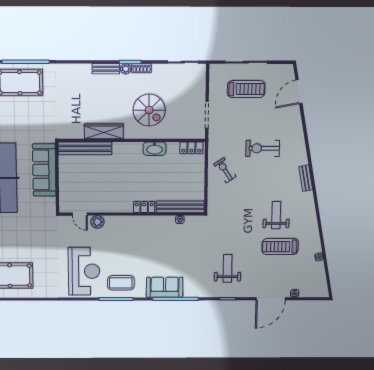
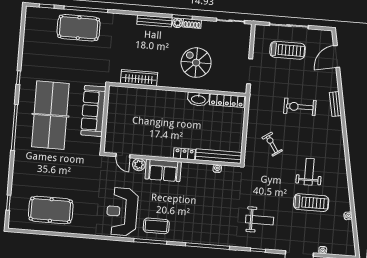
bench: (106, 69) -> (154, 21), width x1.36
spiral stairs: (149, 110) -> (196, 63), turned 180
wardrobe: (104, 131) -> (139, 78), moved
bench: (85, 148) -> (133, 94), removed
locker: (191, 148) -> (227, 101), width x1.53
exercise bike: (225, 170) -> (272, 144), moved
bench: (306, 178) -> (335, 104), moved
treadmill: (280, 247) -> (311, 203), turned 180
weight bench: (227, 268) -> (260, 220), turned 90
reception desk: (84, 271) -> (122, 212), turned 180
sofa: (165, 287) -> (163, 170), moved, turned 180

